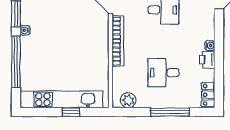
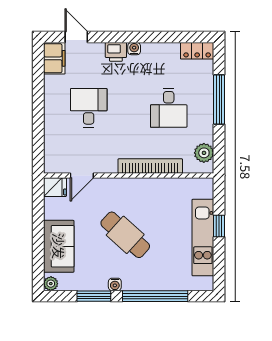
cafe table: (64, 38) -> (125, 235), added
bookcase: (118, 41) -> (150, 166), moved
printer: (207, 60) -> (116, 52), moved
kitchen unit: (62, 99) -> (203, 238), width x0.73

